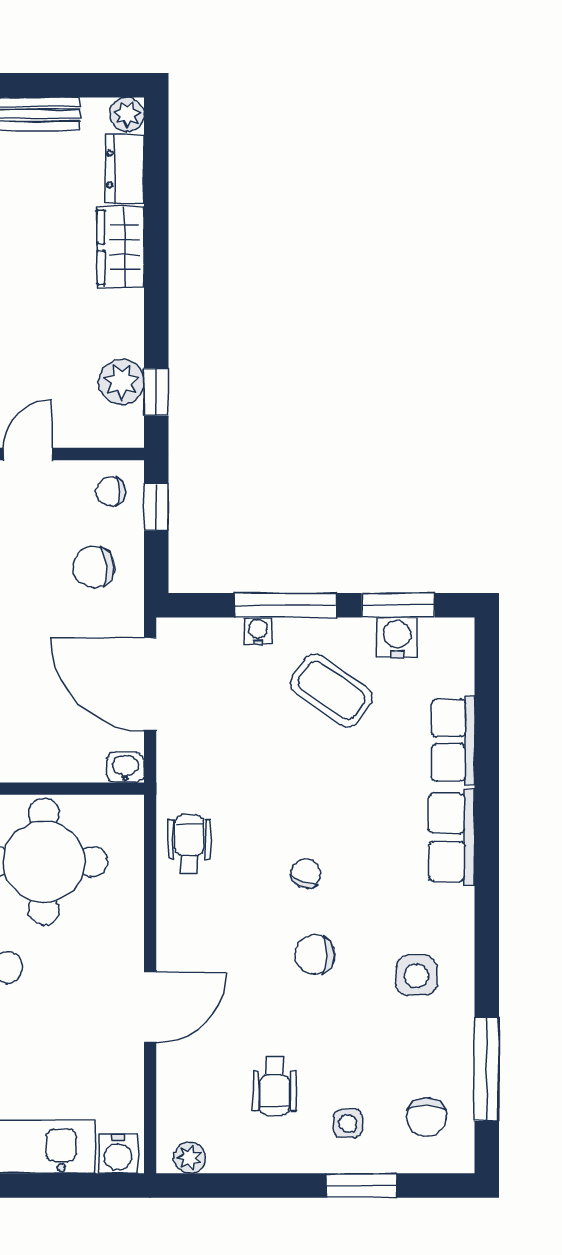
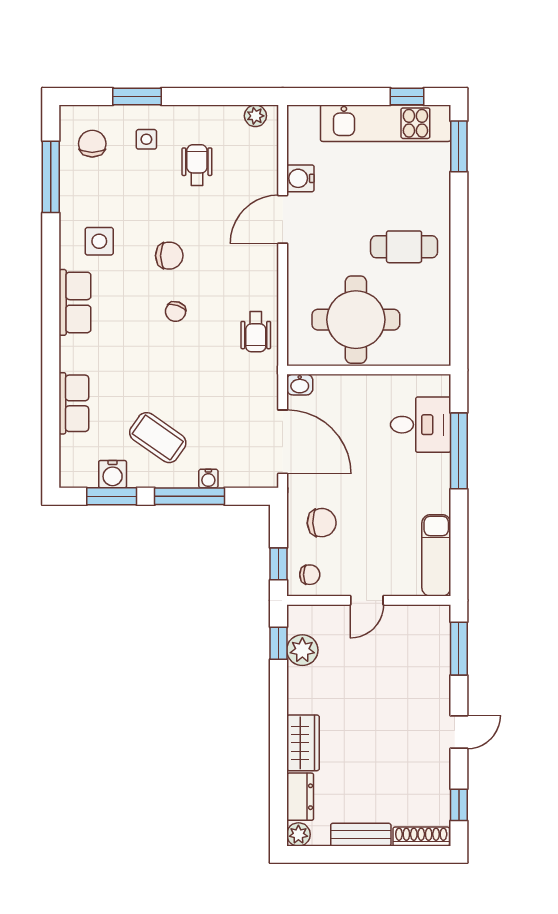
row of seats: (452, 837) -> (75, 302), moved
water cooler: (118, 1154) -> (300, 178), moved, turned -90

